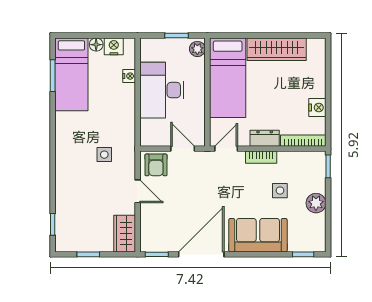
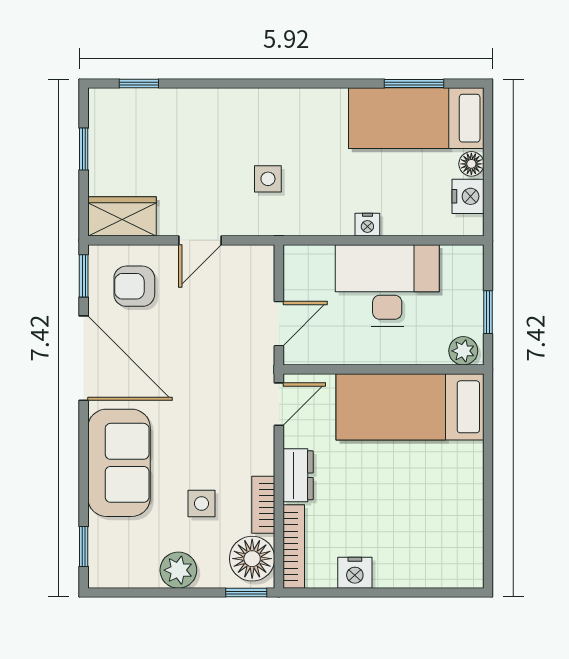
wardrobe: (277, 49) -> (463, 497), removed
nightstand: (129, 76) -> (367, 225), moved
door: (226, 149) -> (279, 404), hinge flipped
bookcase: (261, 157) -> (263, 505), moved
floor lamp: (310, 163) -> (252, 559), added
armchair: (156, 165) -> (134, 286), moved

